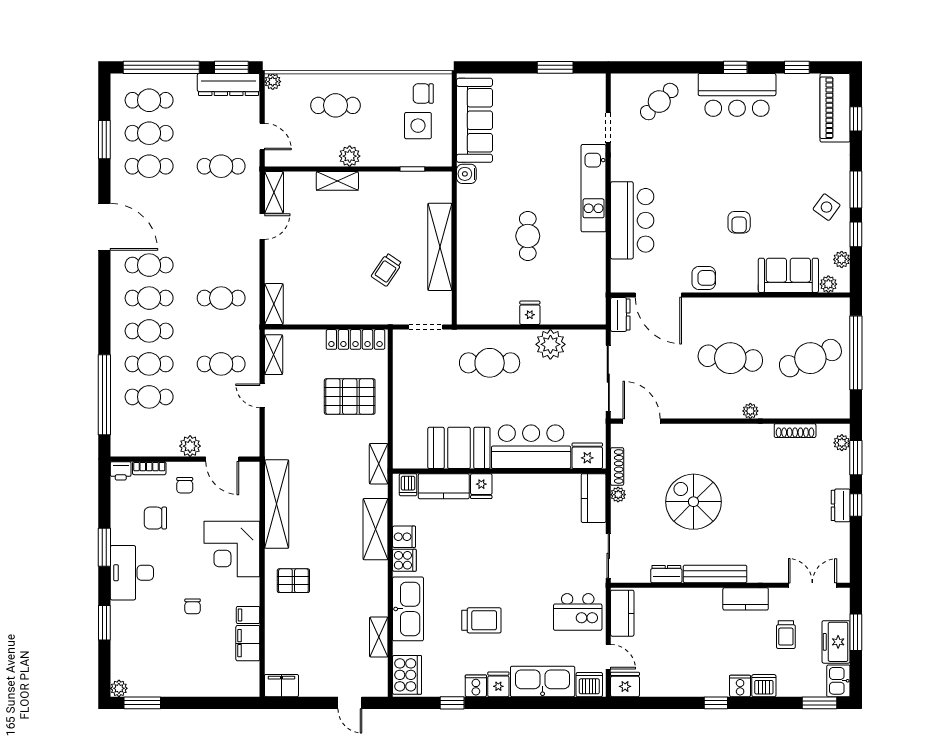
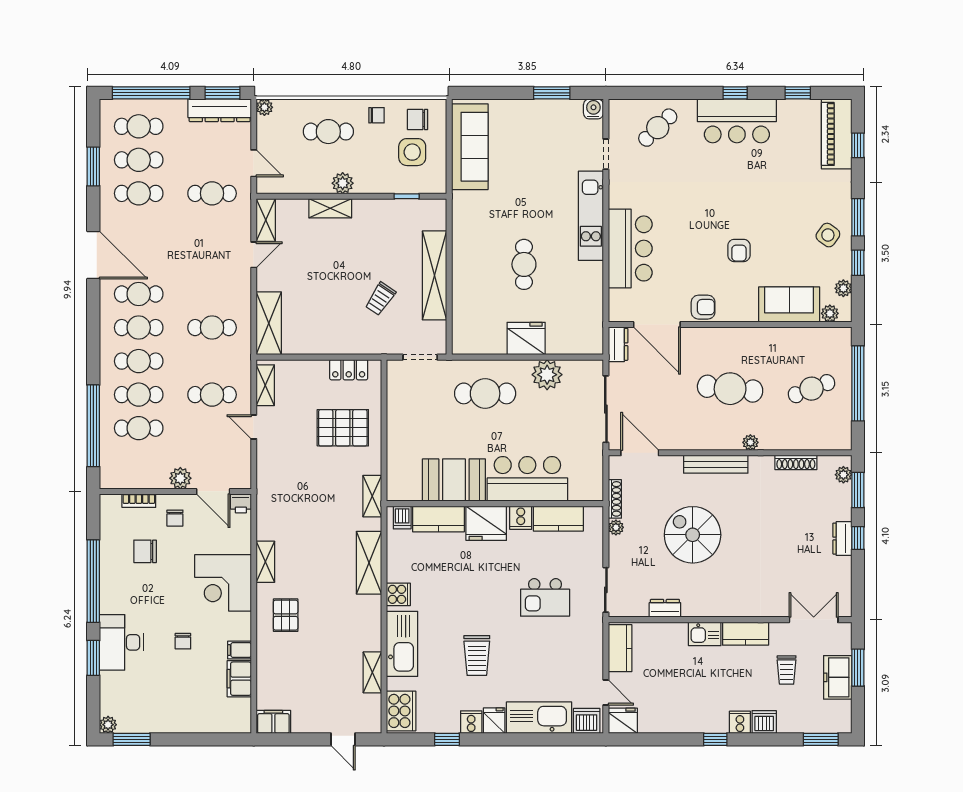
chair: (383, 89) -> (377, 115), added
water cooler: (466, 174) -> (593, 109), moved, turned 90
shelving: (274, 304) -> (269, 323), width x1.50, depth x1.33
fridge: (530, 313) -> (526, 338), width x1.88, depth x1.34
locker: (355, 339) -> (349, 370), width x0.66
cafe table: (810, 358) -> (812, 389), width x0.73, depth x0.74
fridge: (587, 456) -> (585, 488), removed
printer: (121, 471) -> (241, 503), moved
fridge: (481, 486) -> (486, 523), width x1.88, depth x1.34
kitchen counter: (594, 498) -> (558, 519), moved, turned -90
shelving: (277, 504) -> (265, 562), width x0.45, depth x0.75
cooker: (404, 537) -> (521, 518), moved, turned 90
window: (104, 547) -> (93, 581), width x2.11
desk: (132, 573) -> (121, 642), moved
bench: (715, 574) -> (716, 464), moved
pallet: (293, 581) -> (286, 615), turned 90
kitchen island: (578, 612) -> (545, 597), moved
trolley: (481, 620) -> (477, 655), turned 90
kitchen sink: (838, 681) -> (705, 634), moved, turned -90

